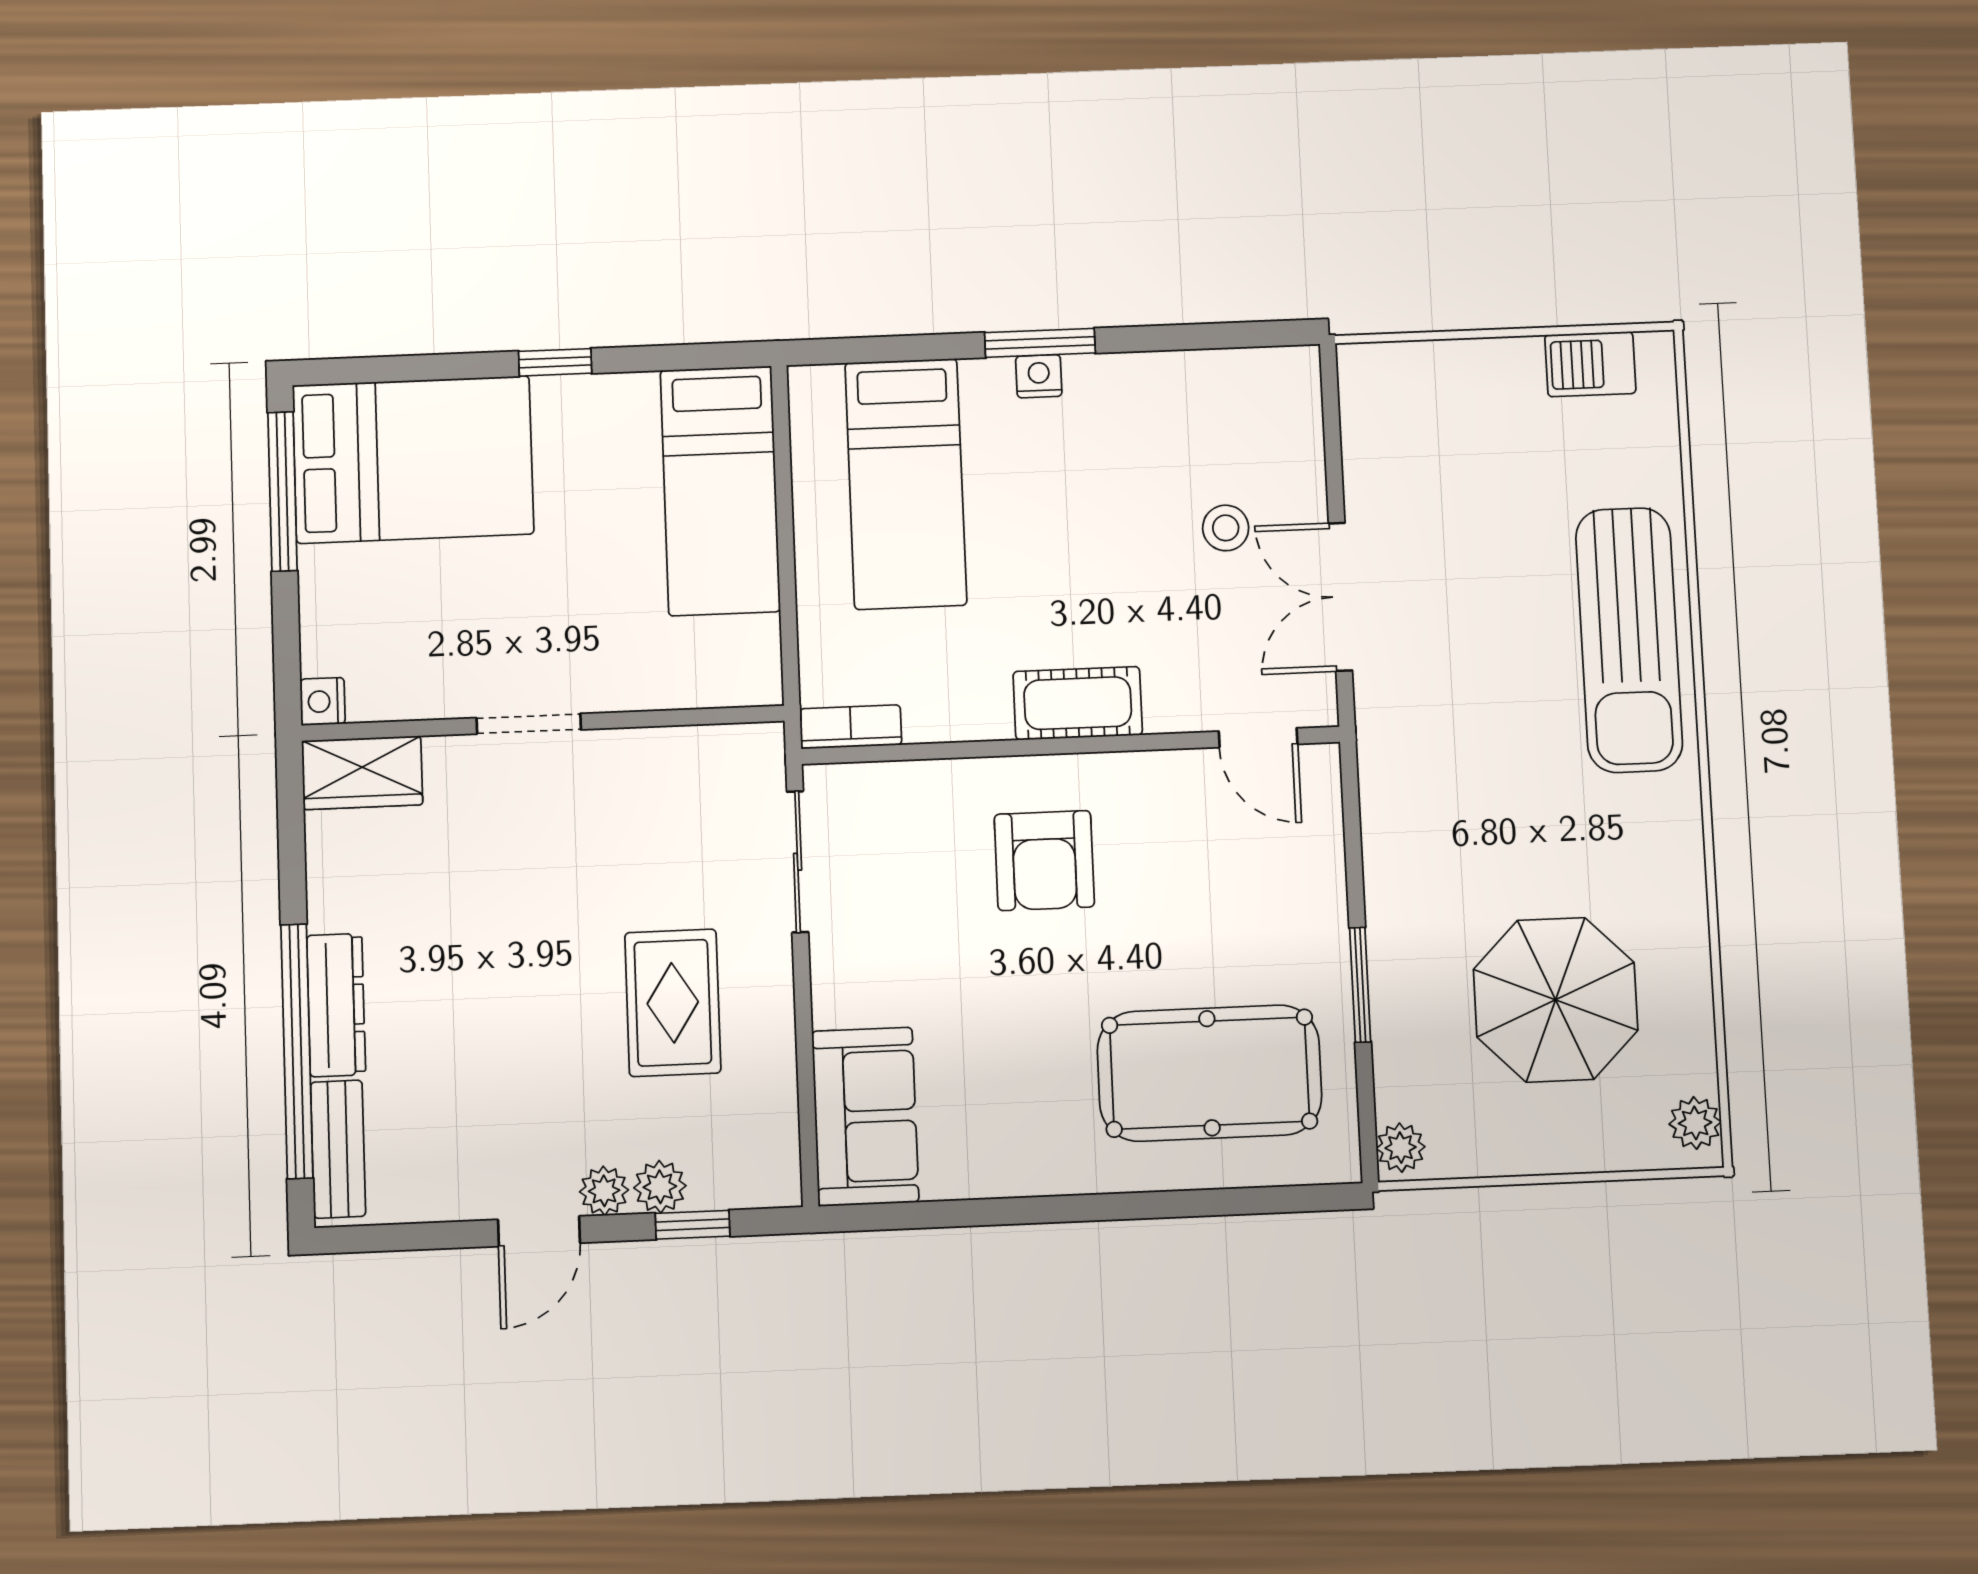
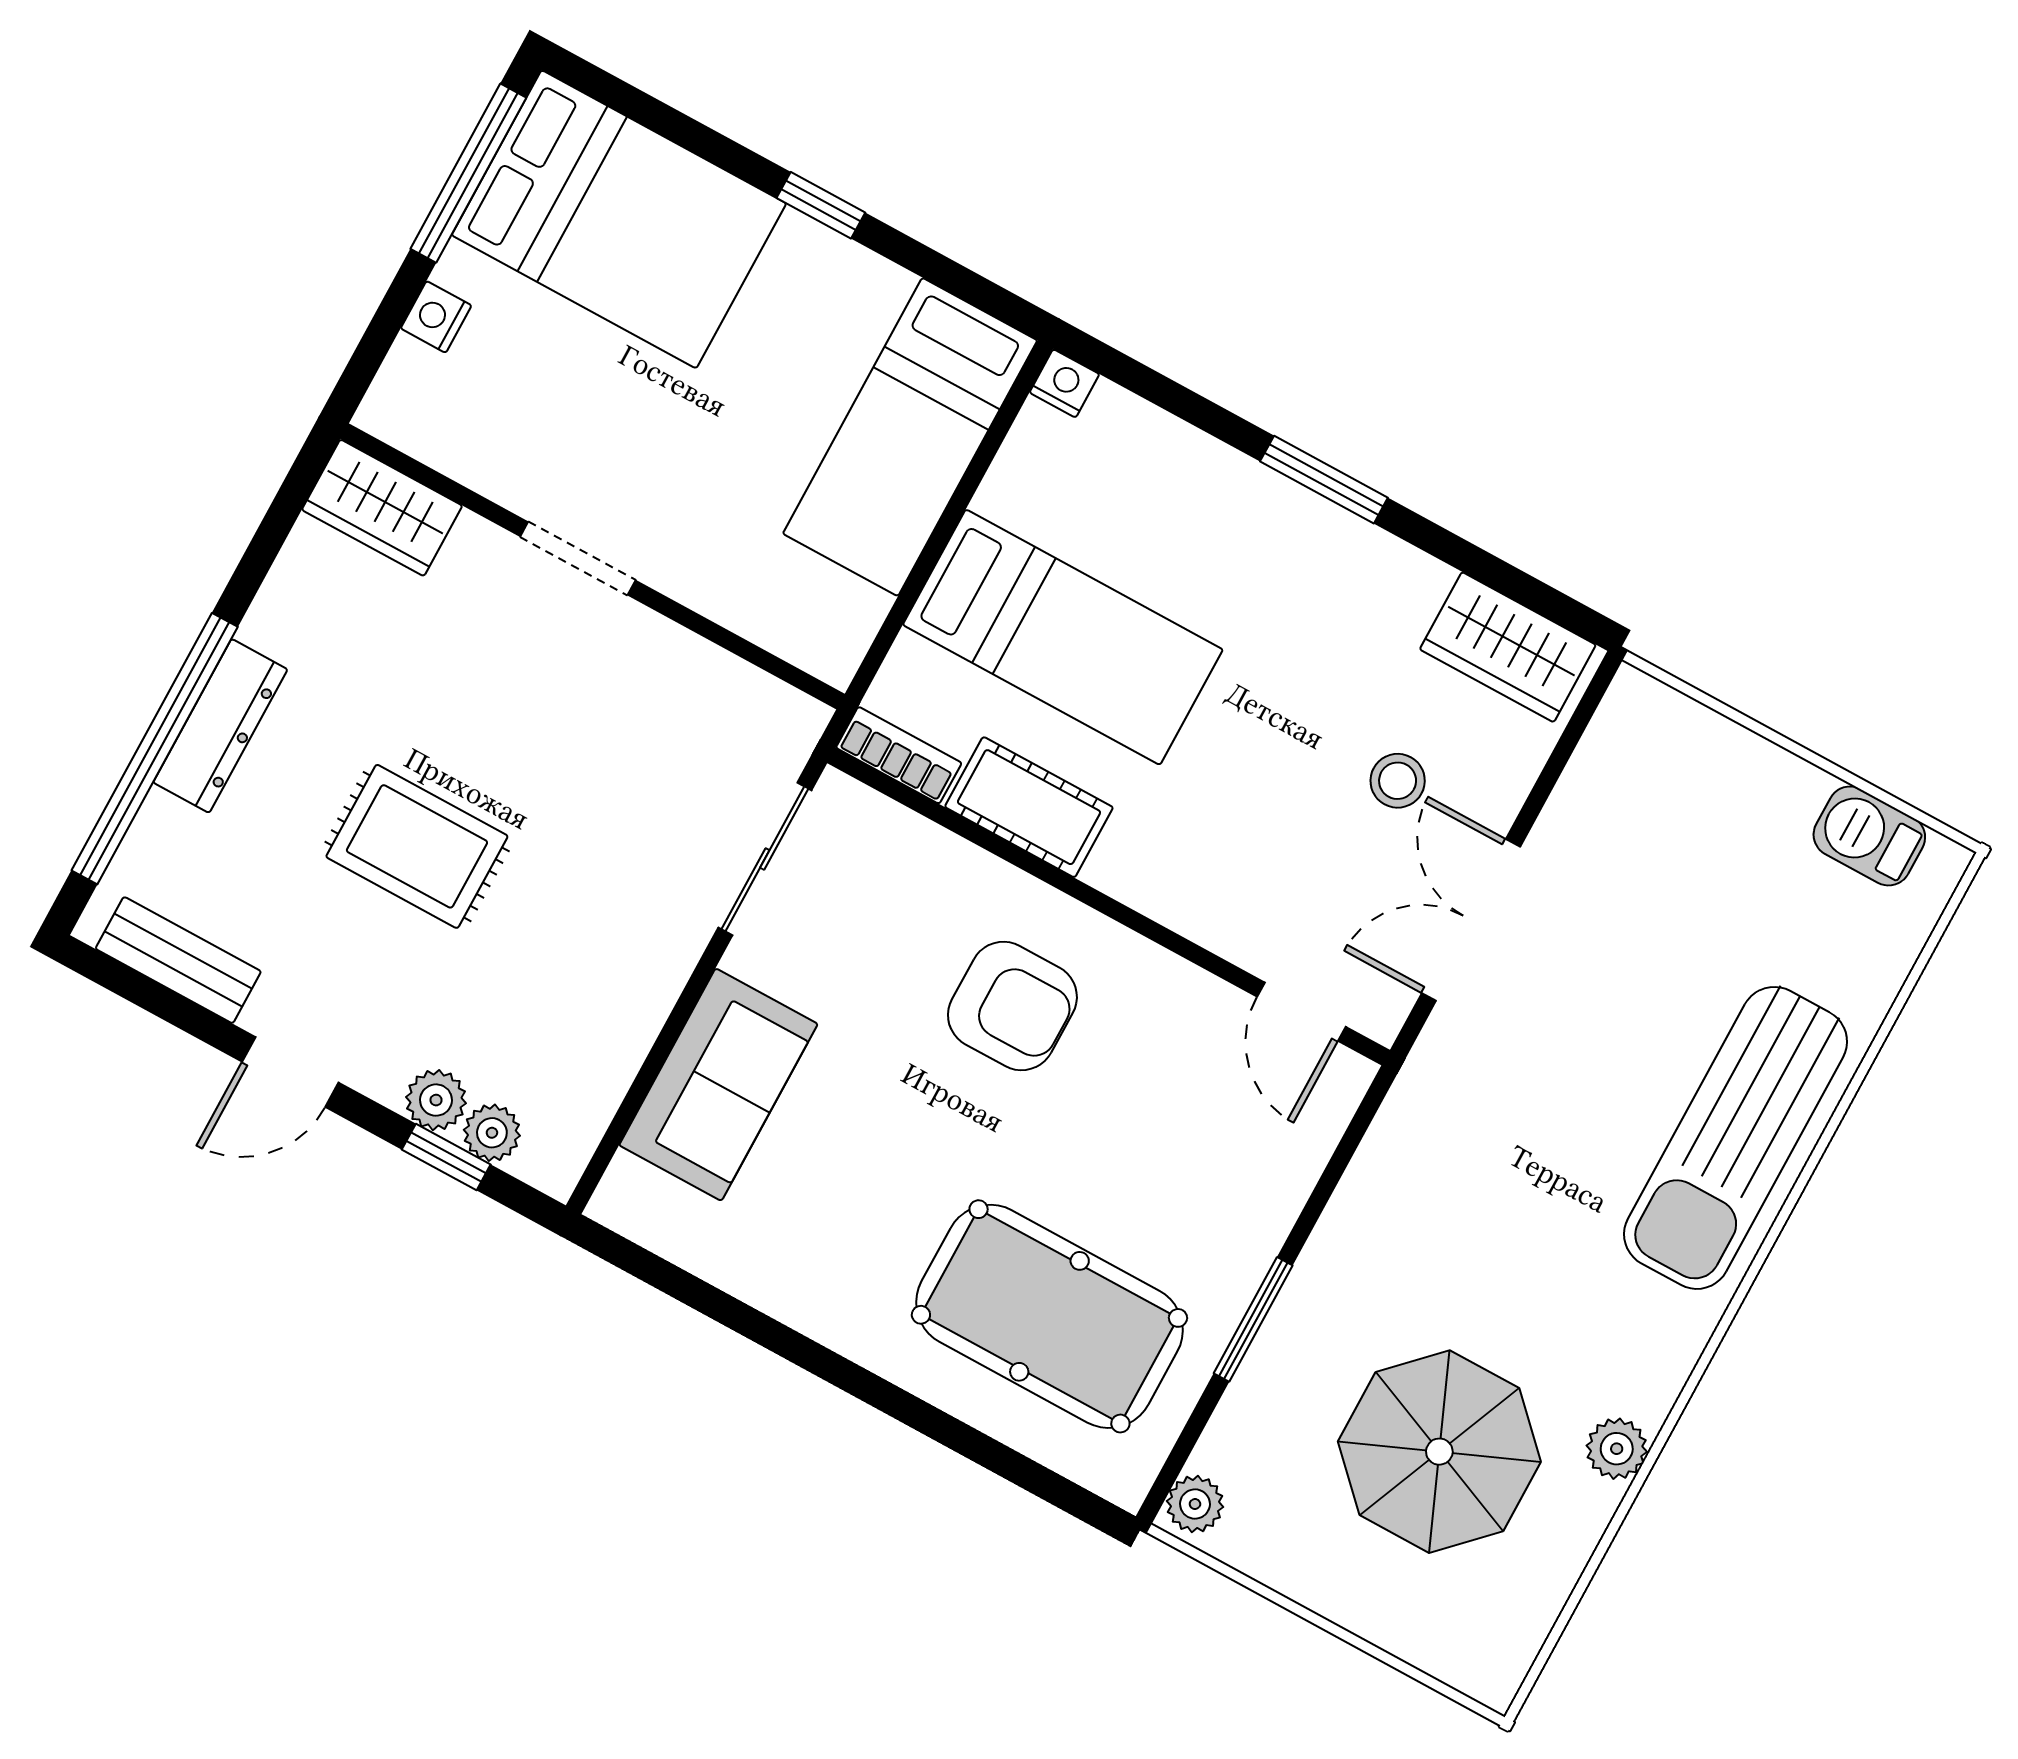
nightstand: (1039, 376) -> (1064, 383), moved
wardrobe: (1247, 384) -> (1508, 647), added
bed: (906, 484) -> (1063, 637), moved, turned -90
nightstand: (323, 701) -> (436, 317), moved
cot: (1078, 703) -> (1029, 807), moved
armchair: (1044, 861) -> (1012, 1006), turned -90
rug: (673, 1003) -> (417, 846), moved, turned 90
sofa: (865, 1117) -> (718, 1085), moved
plant: (1695, 1123) -> (1617, 1449), moved
bench: (338, 1149) -> (178, 960), moved, turned 90
plant: (604, 1191) -> (492, 1133), moved

